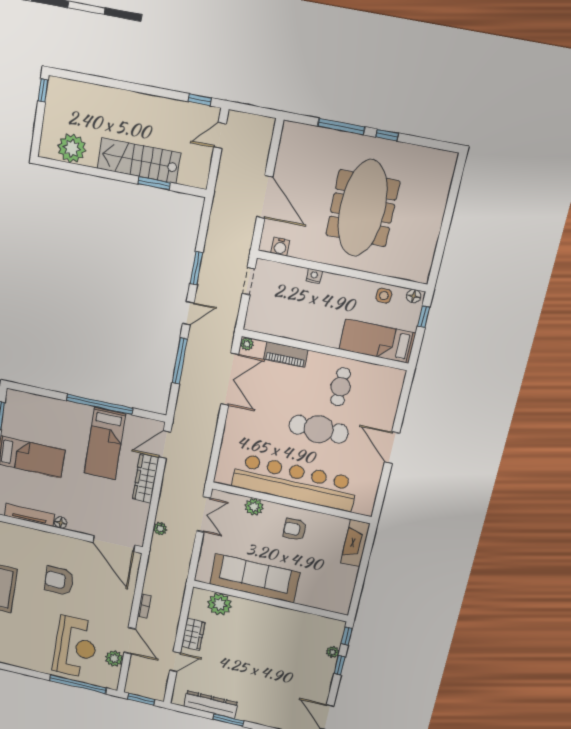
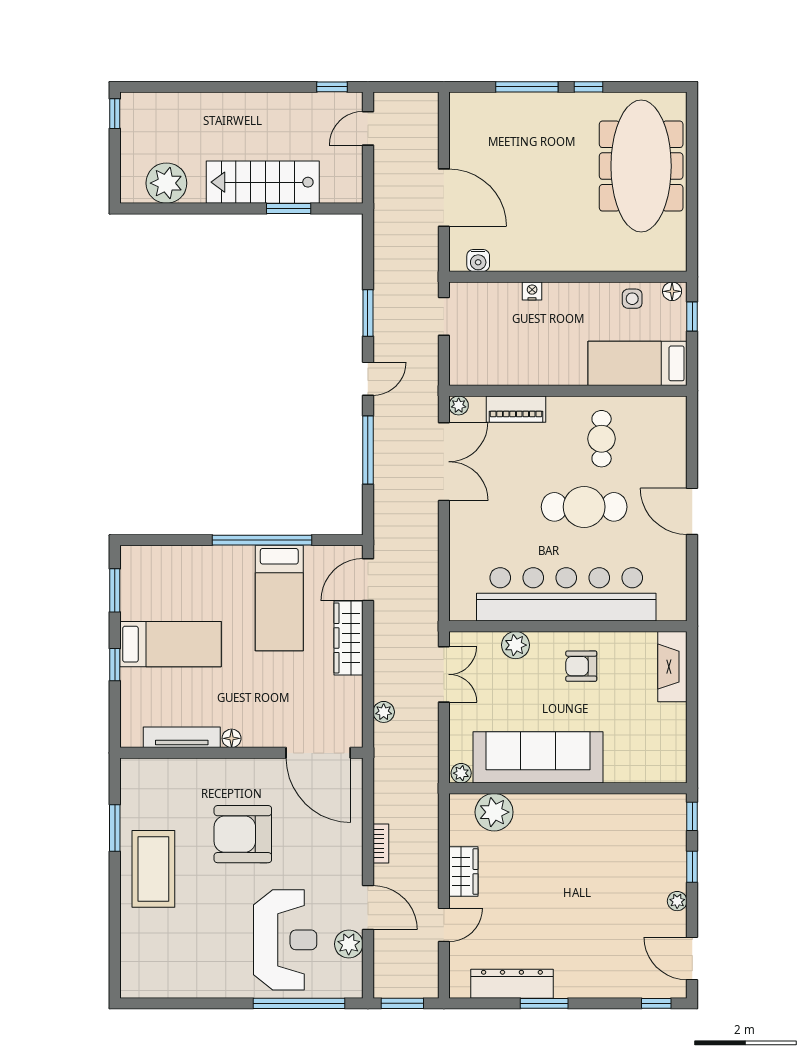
meeting table: (363, 208) -> (641, 166), moved
plant: (203, 576) -> (461, 773), added
armchair: (59, 581) -> (243, 834), width x1.36, depth x1.36
plant: (333, 652) -> (677, 901), moved

